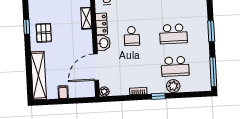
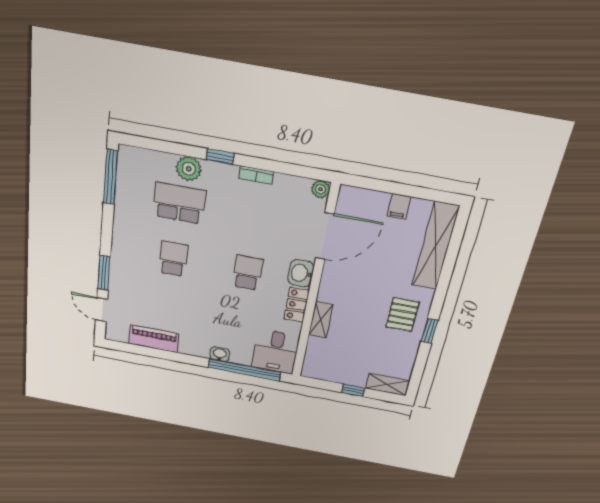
window: (211, 31) -> (104, 273), moved
school desk: (173, 34) -> (173, 259), width x0.54

